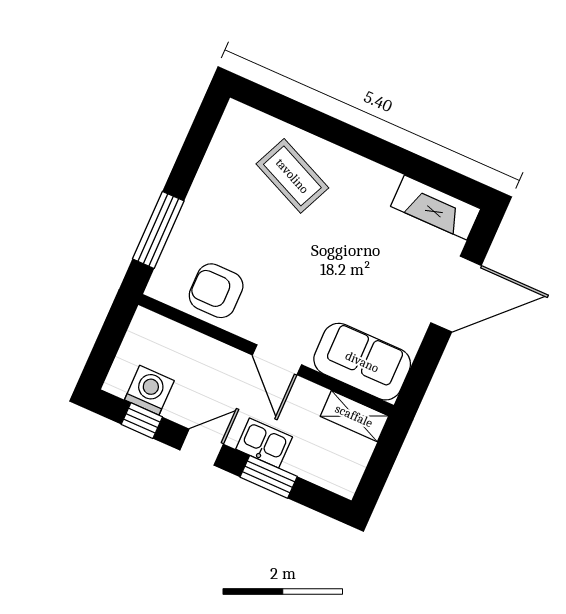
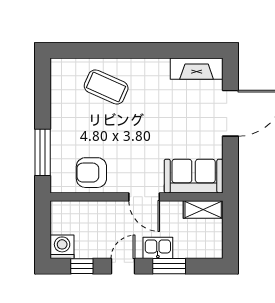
washing machine: (149, 390) -> (62, 247), moved

